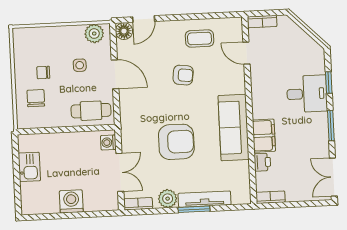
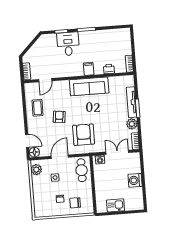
filing cabinet: (264, 136) -> (89, 69), width x0.50
armchair: (176, 142) -> (84, 135), moved
double door: (333, 177) -> (117, 27), removed

